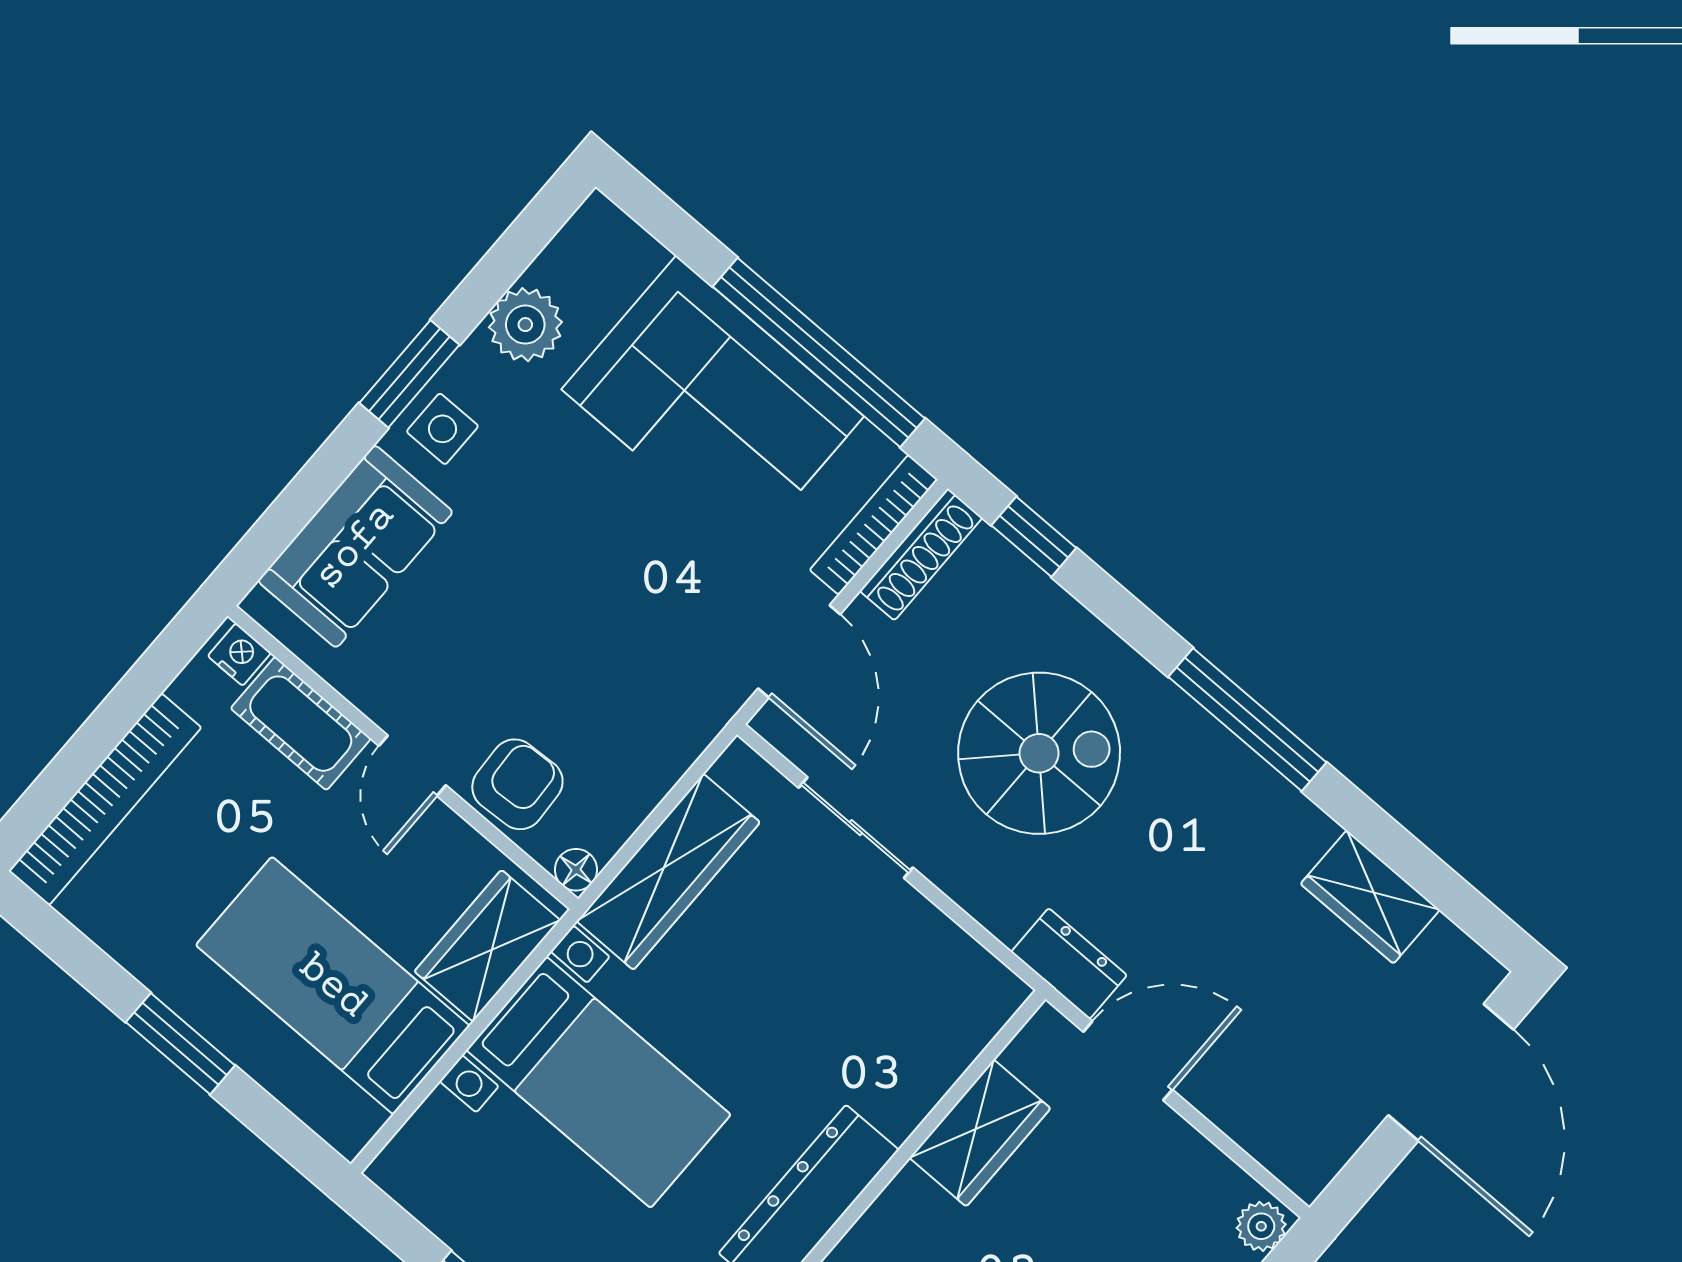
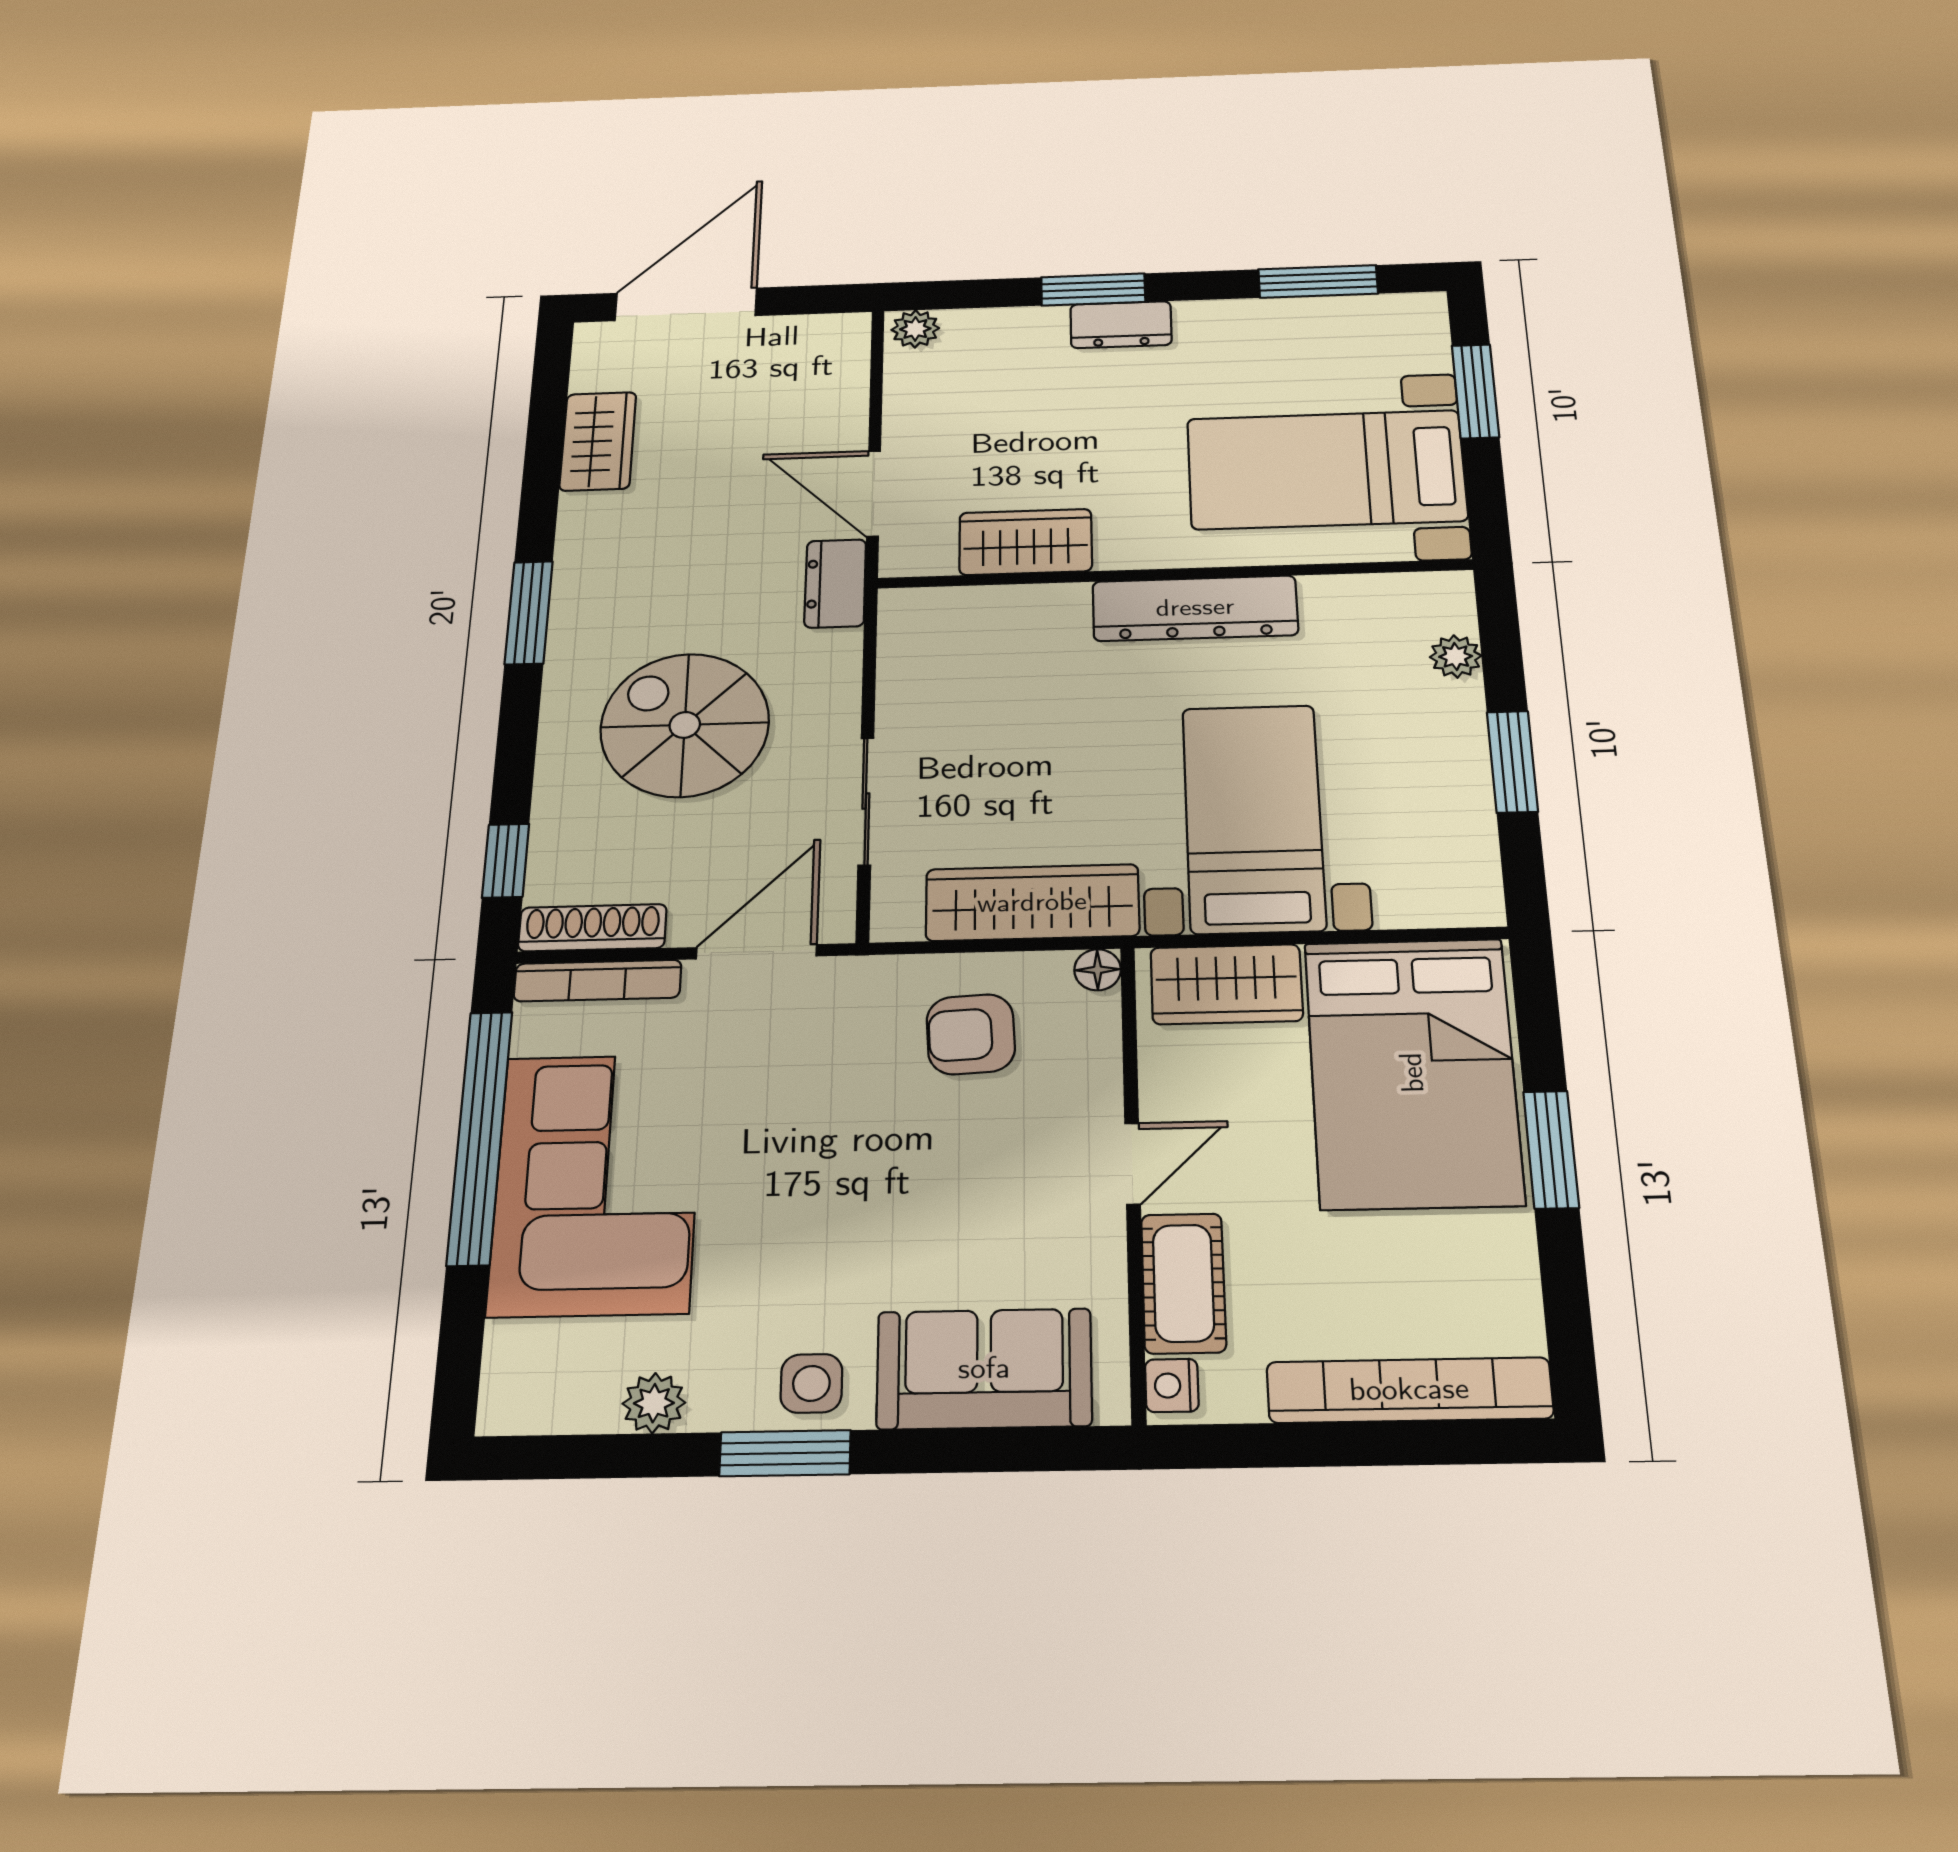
plant: (525, 325) -> (654, 1403), width x0.73, depth x0.73
window: (1247, 720) -> (529, 613), width x0.69
armchair: (517, 784) -> (971, 1034), moved
bed: (333, 986) -> (1413, 1072), width x1.50

